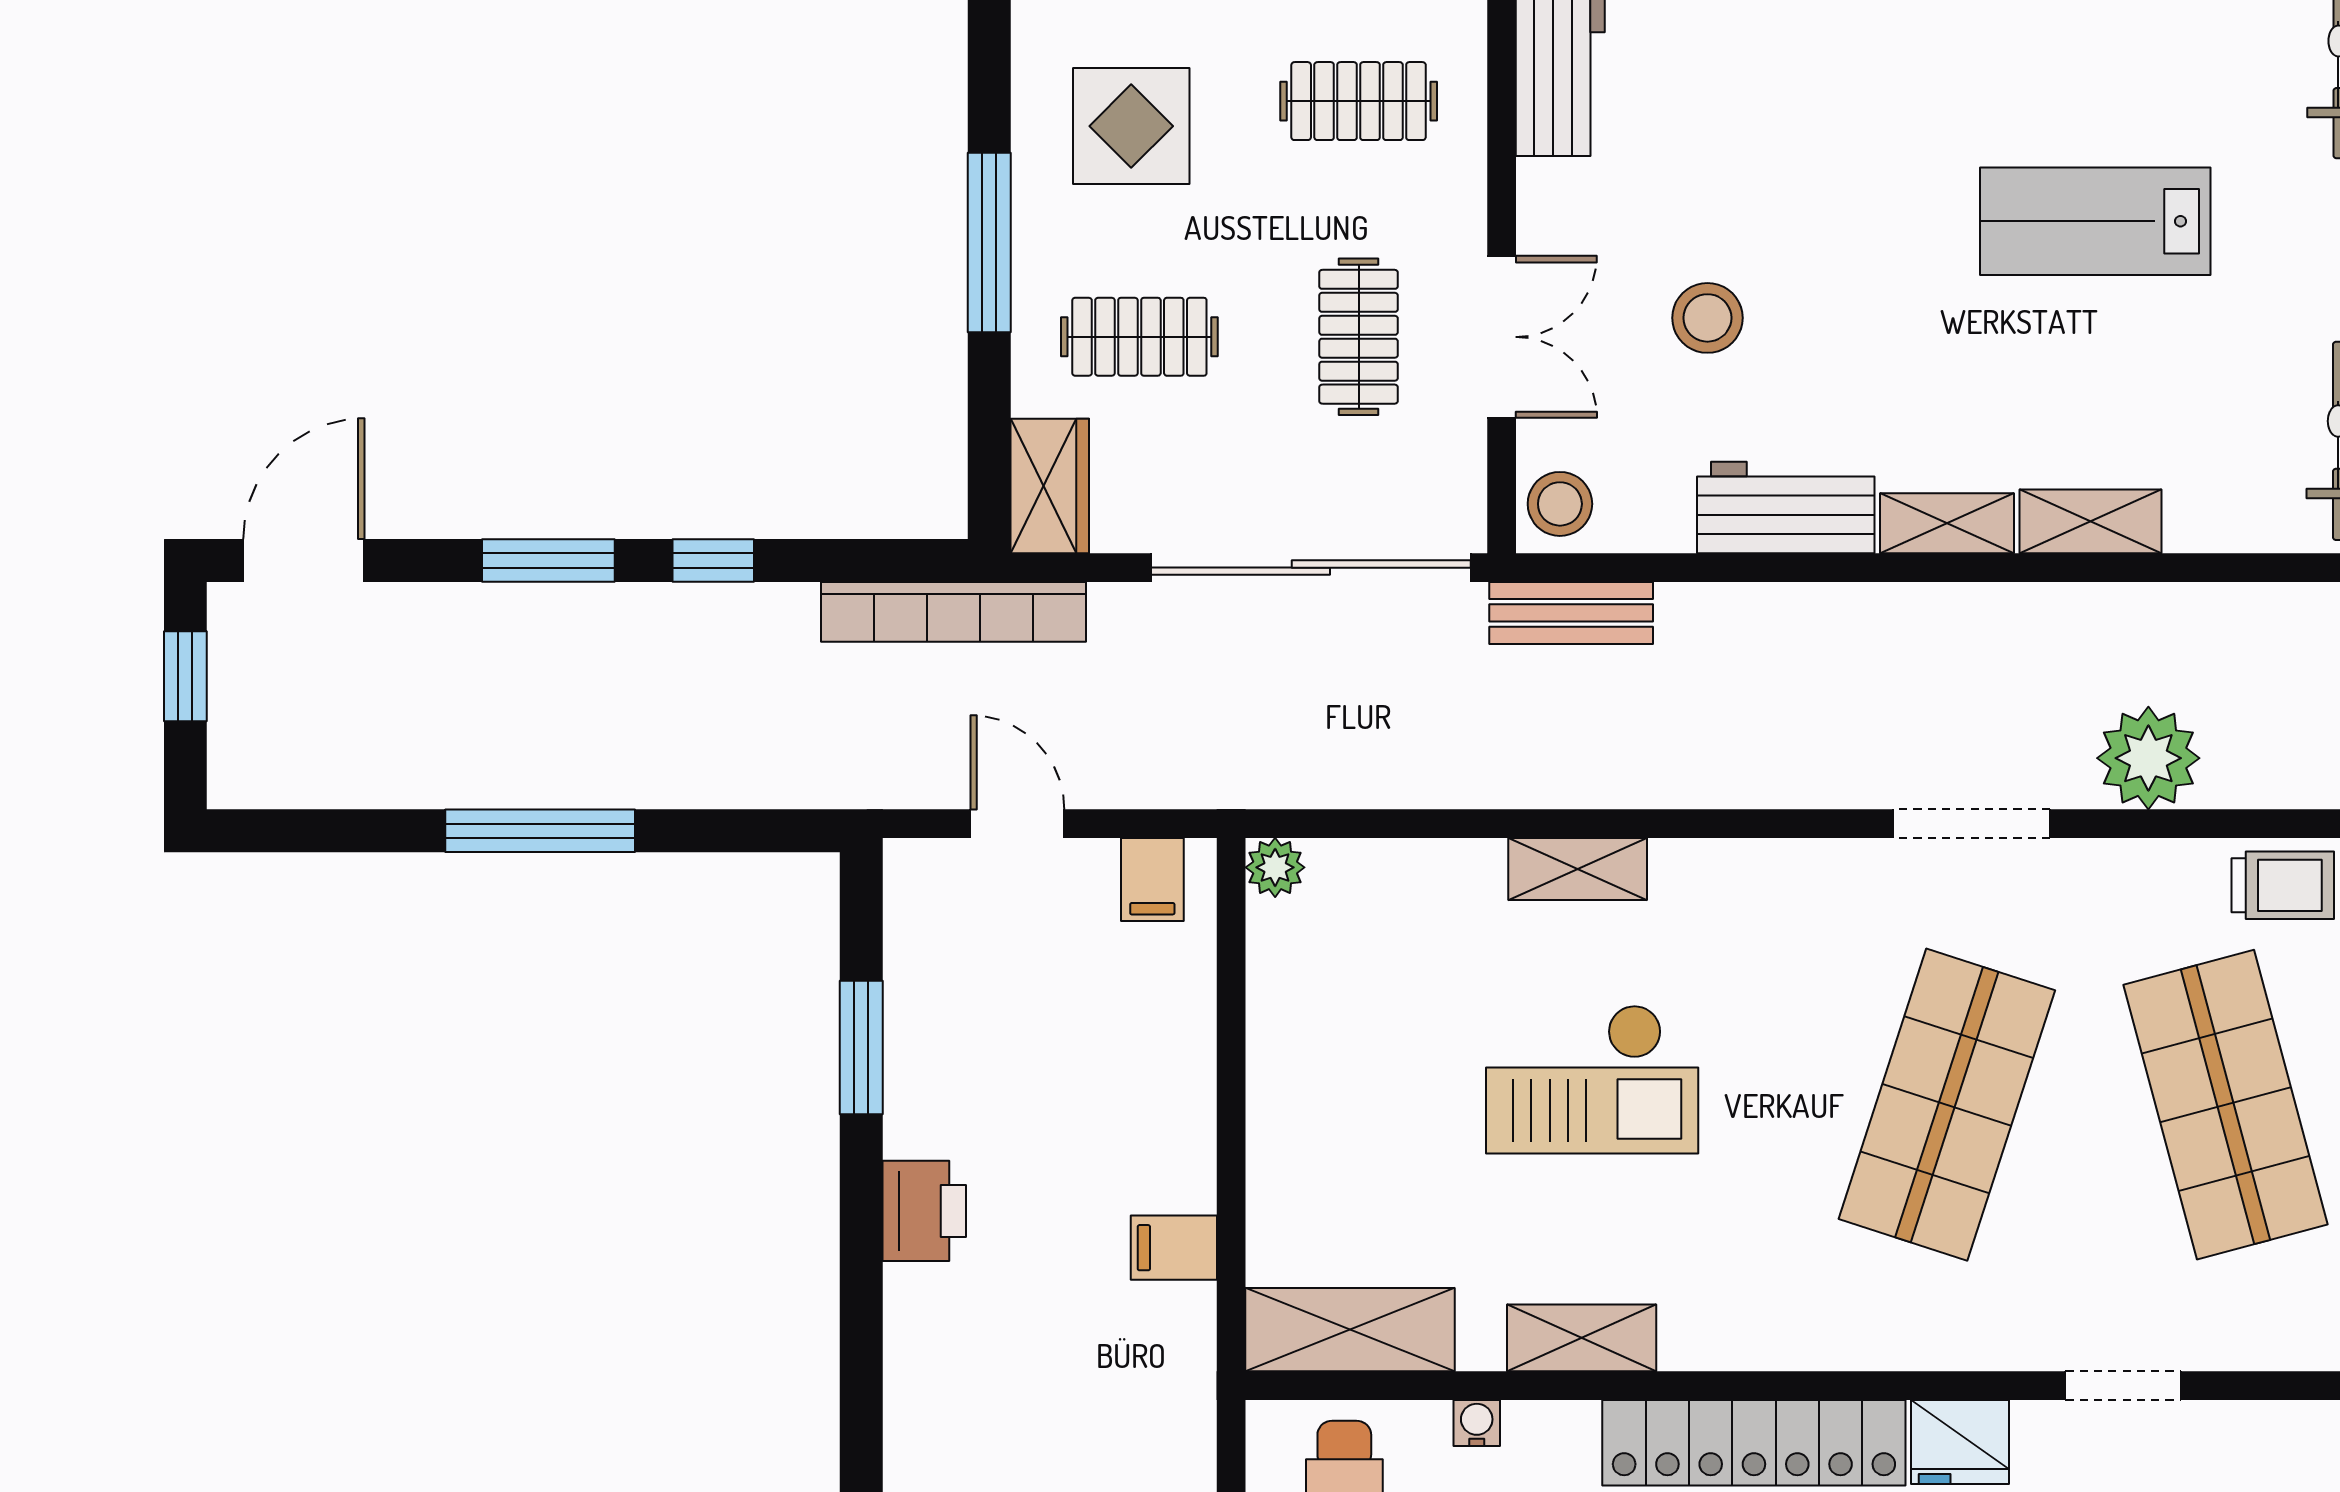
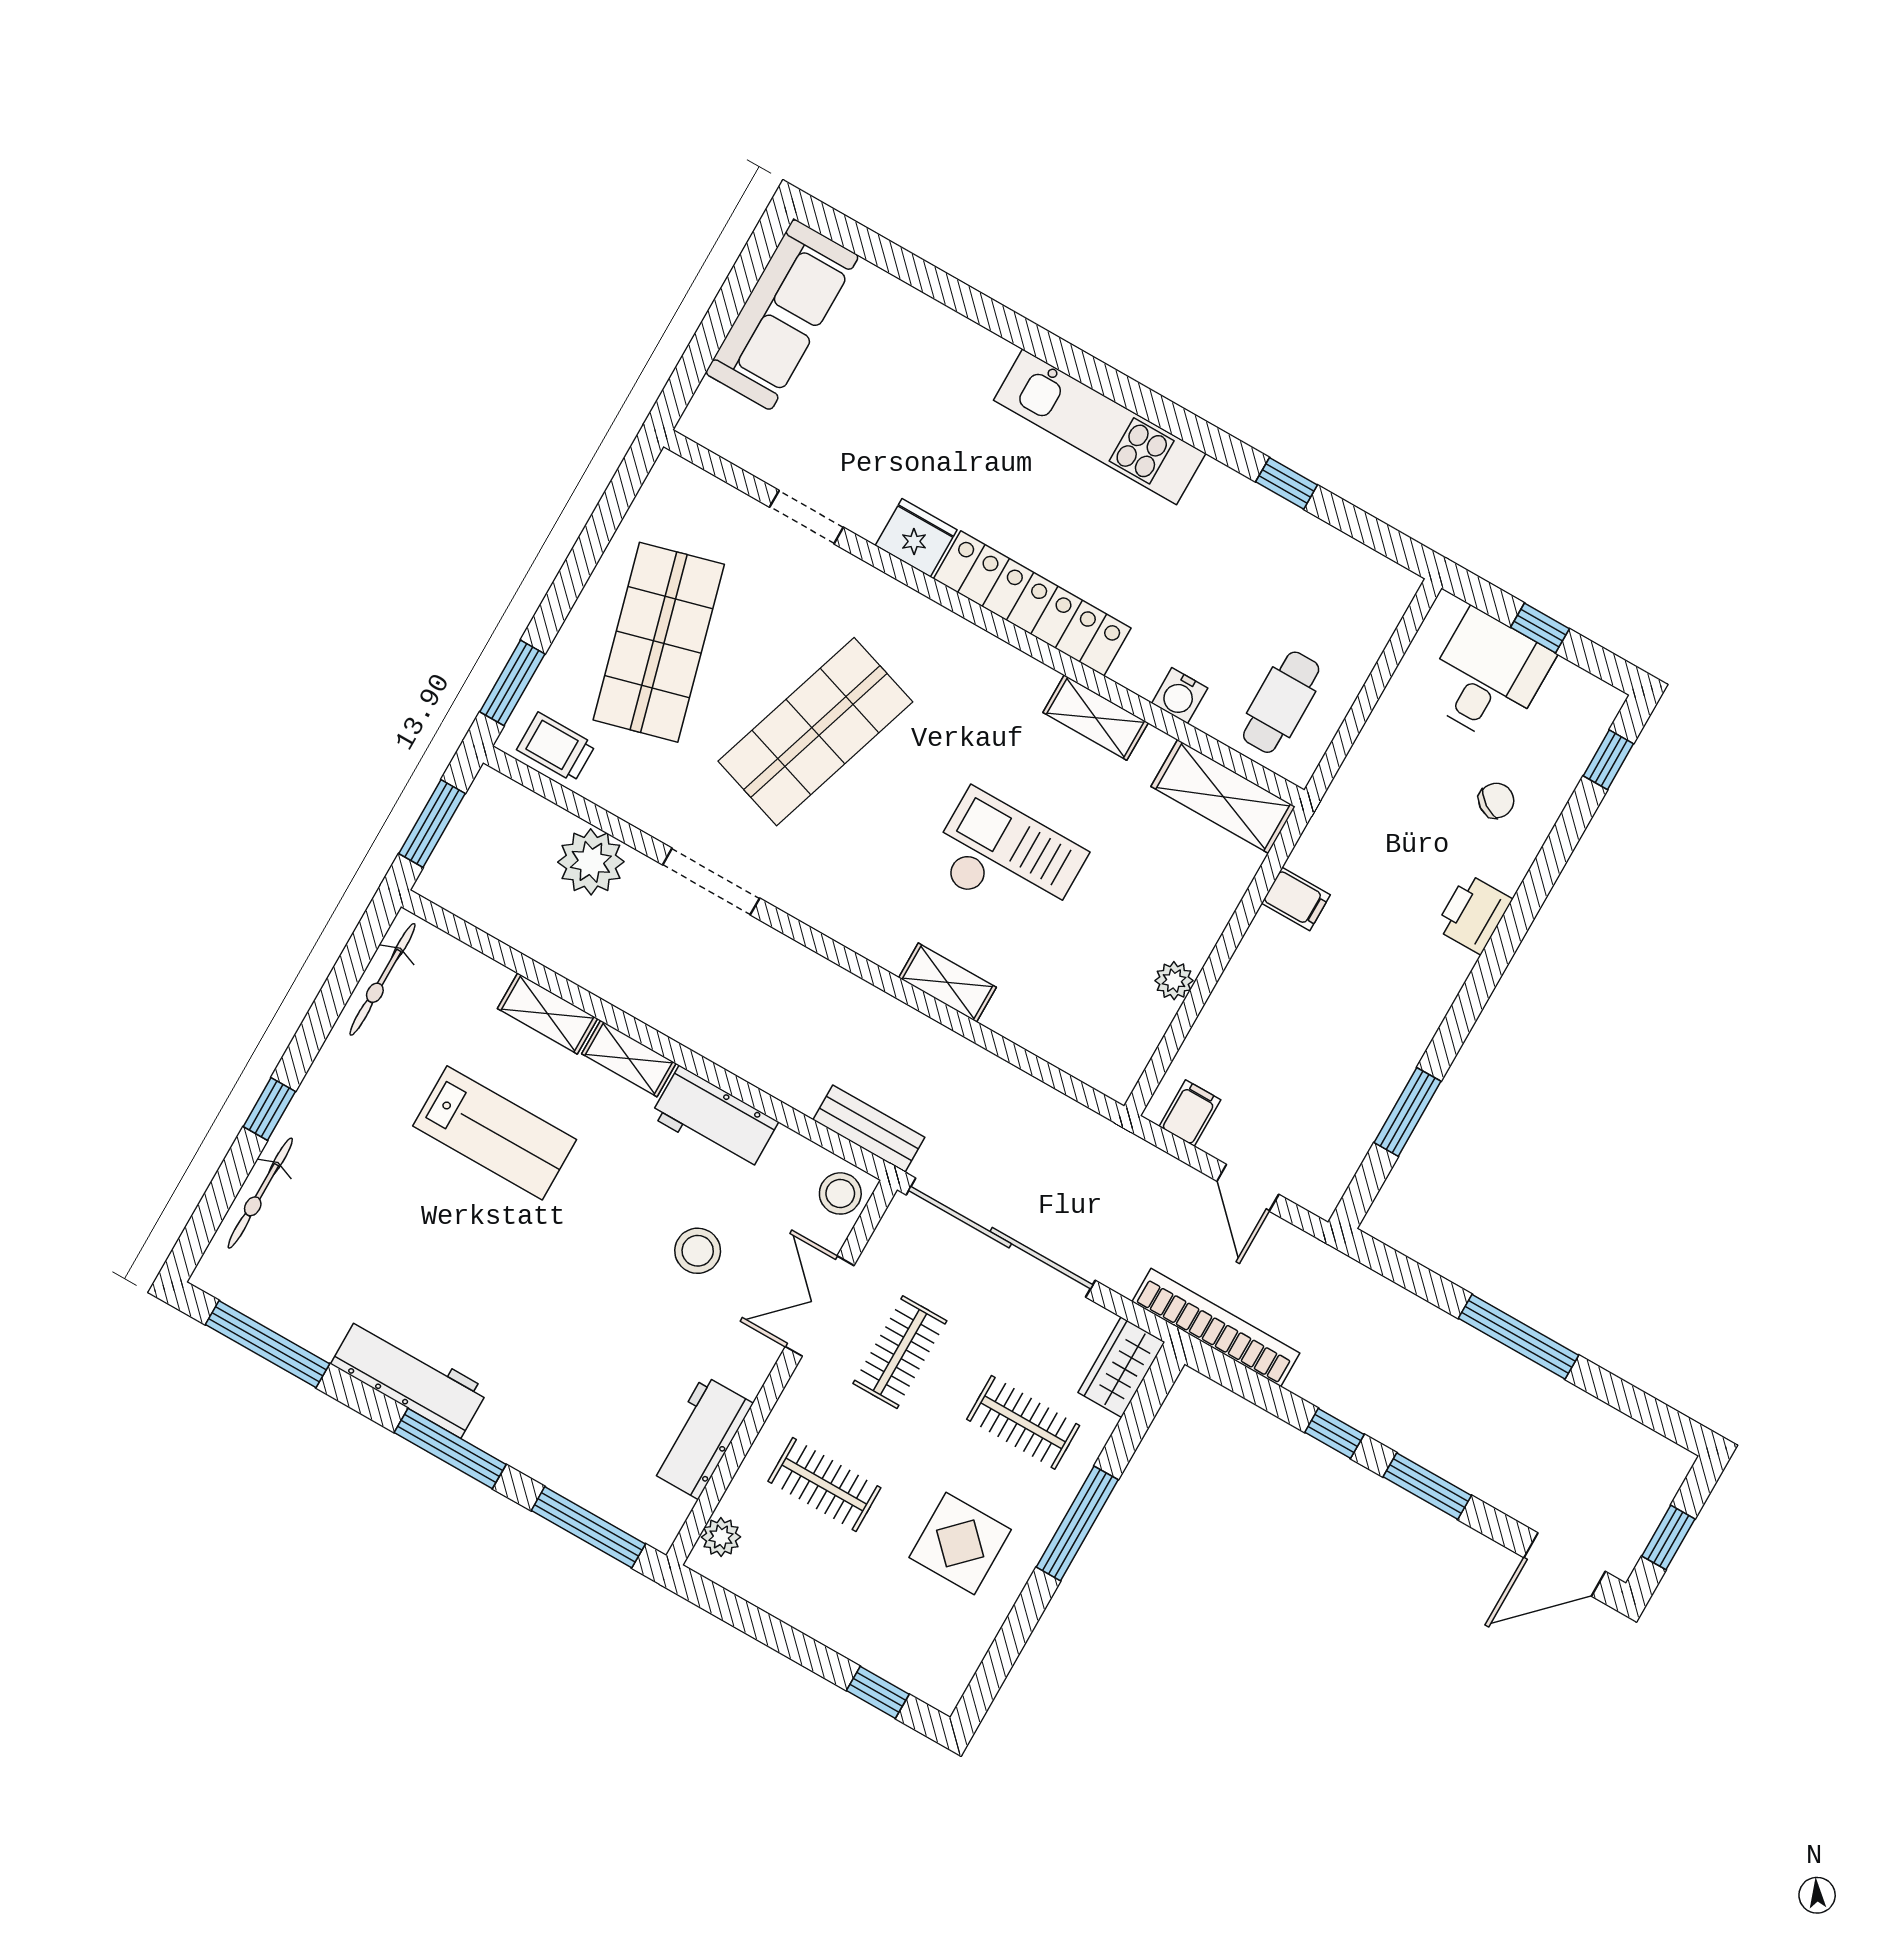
lab bench: (2095, 221) -> (495, 1133), moved
plant: (1275, 867) -> (1174, 981), moved
printer: (924, 1211) -> (1474, 914), moved
water cooler: (1477, 1423) -> (1180, 696), width x1.38, depth x1.38

